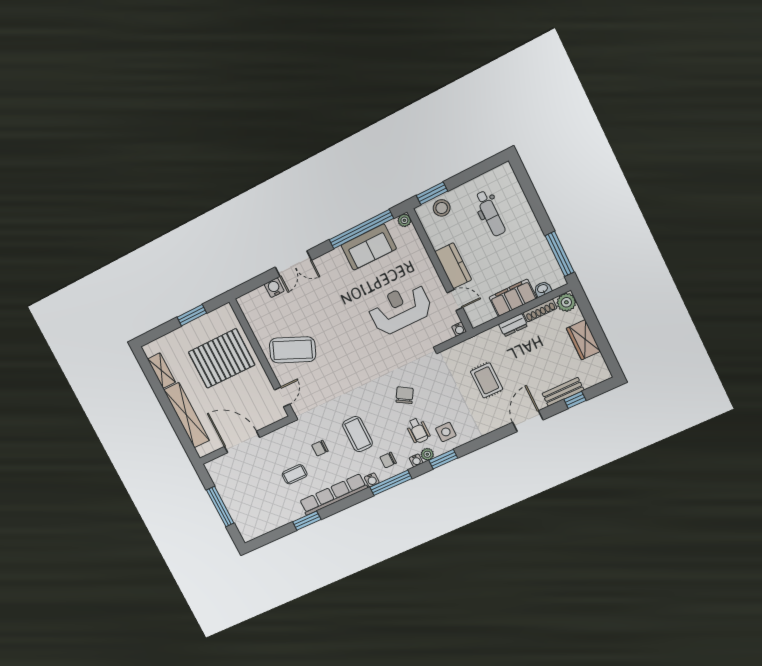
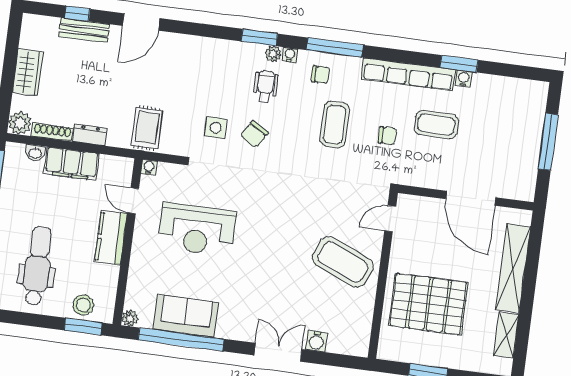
dental chair: (490, 213) -> (38, 266), width x1.36, depth x1.38
rug: (487, 380) -> (147, 128), moved
side table: (446, 432) -> (216, 128), moved
coffee table: (295, 474) -> (436, 125), width x1.36, depth x1.30
water cooler: (372, 480) -> (464, 78), moved

